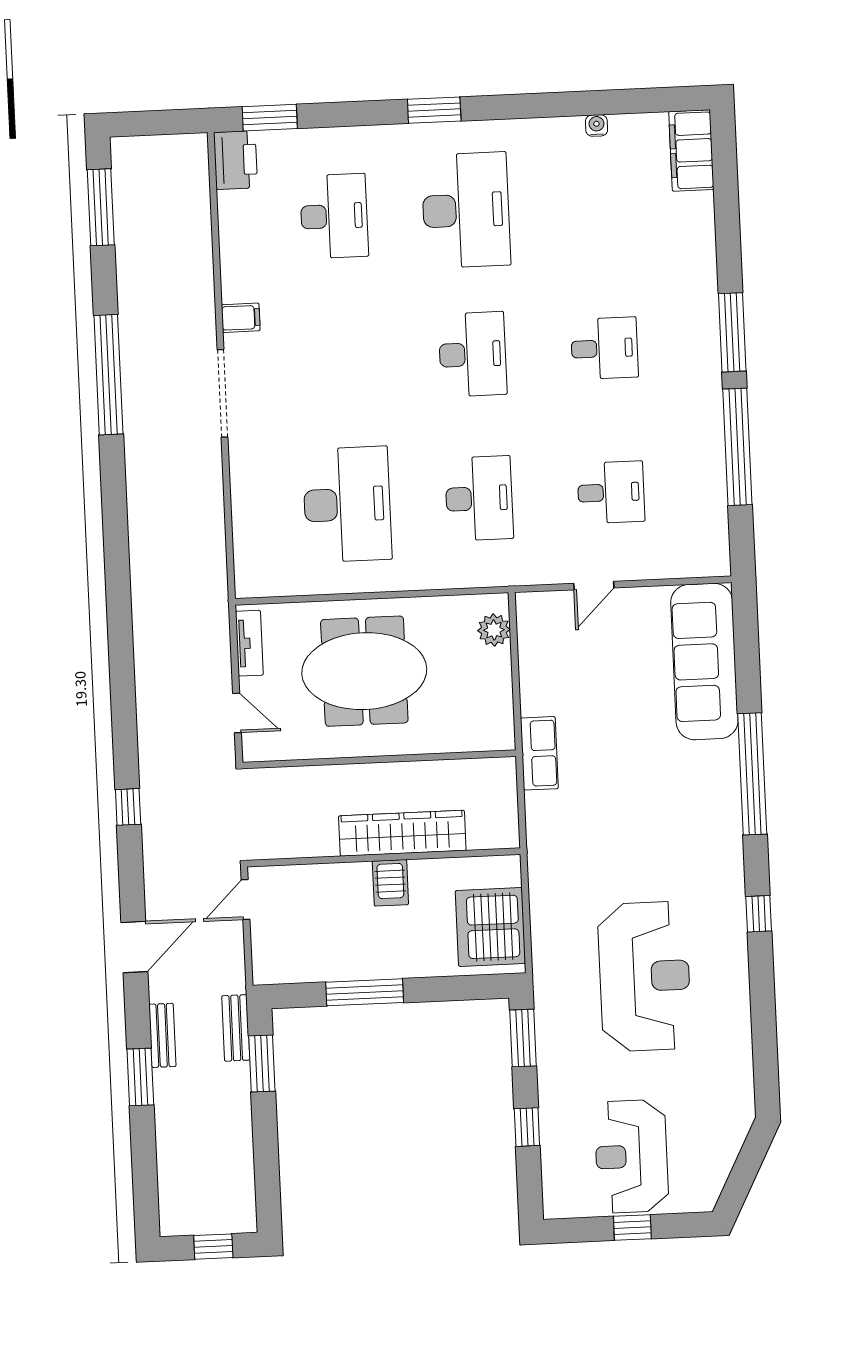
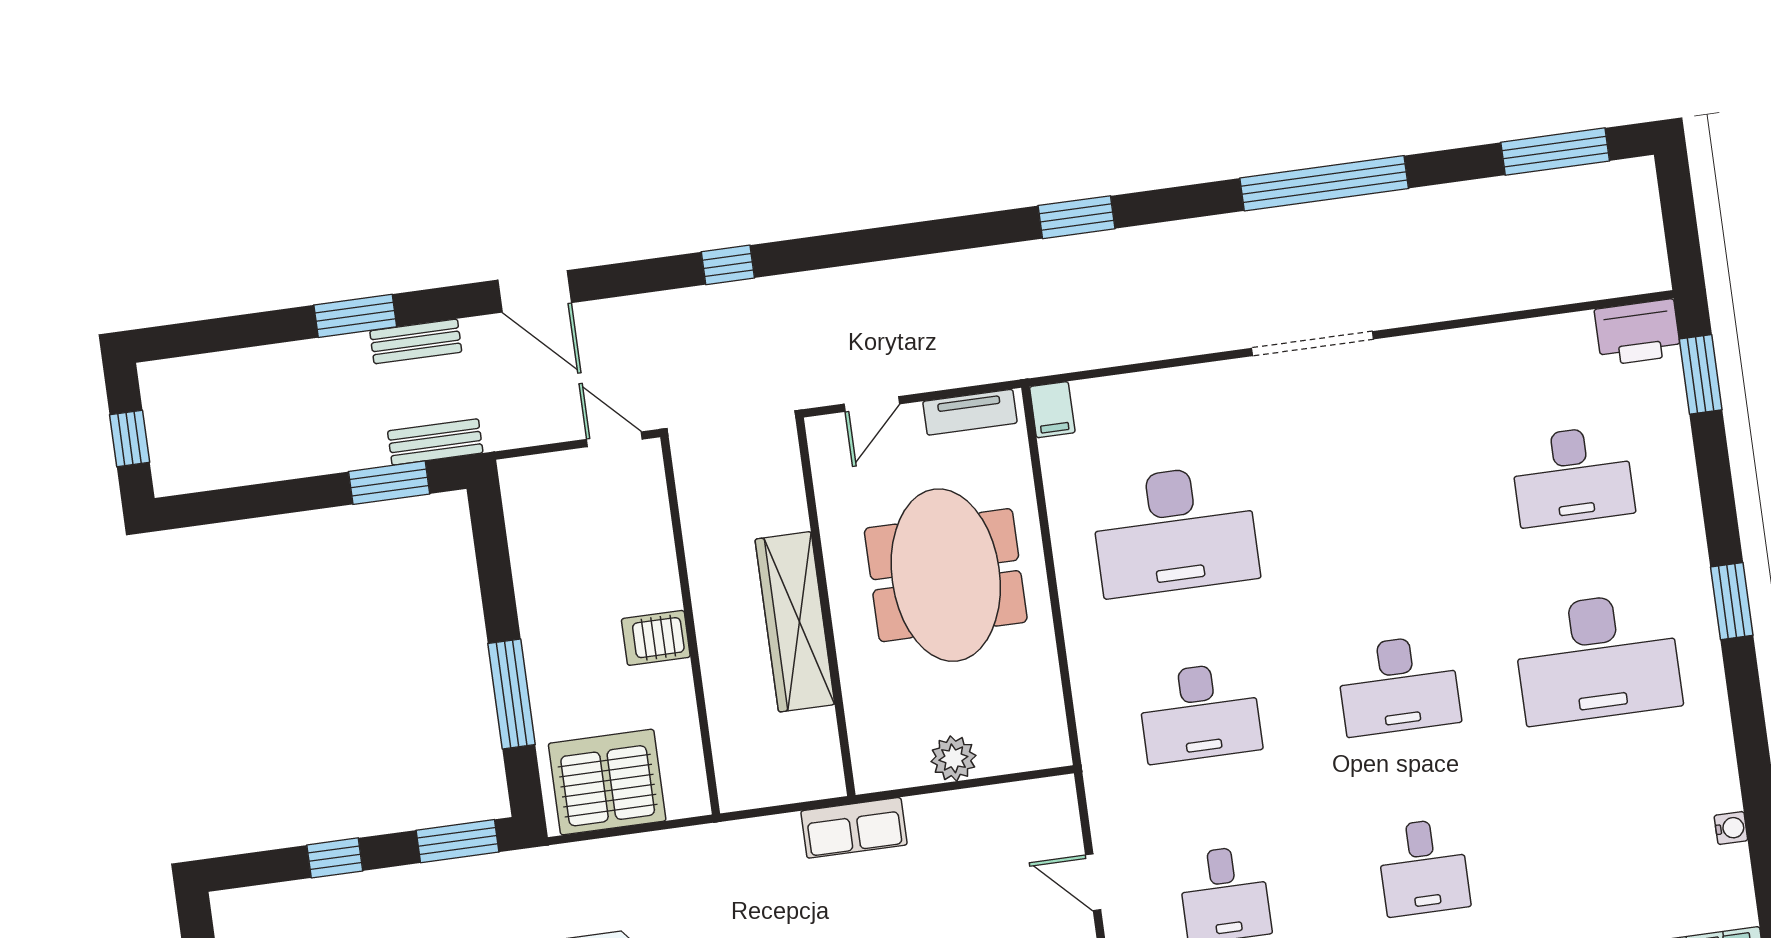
filing cabinet: (241, 318) -> (1052, 410), moved
window: (117, 554) -> (1077, 217), added
plant: (494, 630) -> (953, 758), moved
wardrobe: (402, 833) -> (795, 622), moved, turned 180
window: (365, 992) -> (512, 694), moved

